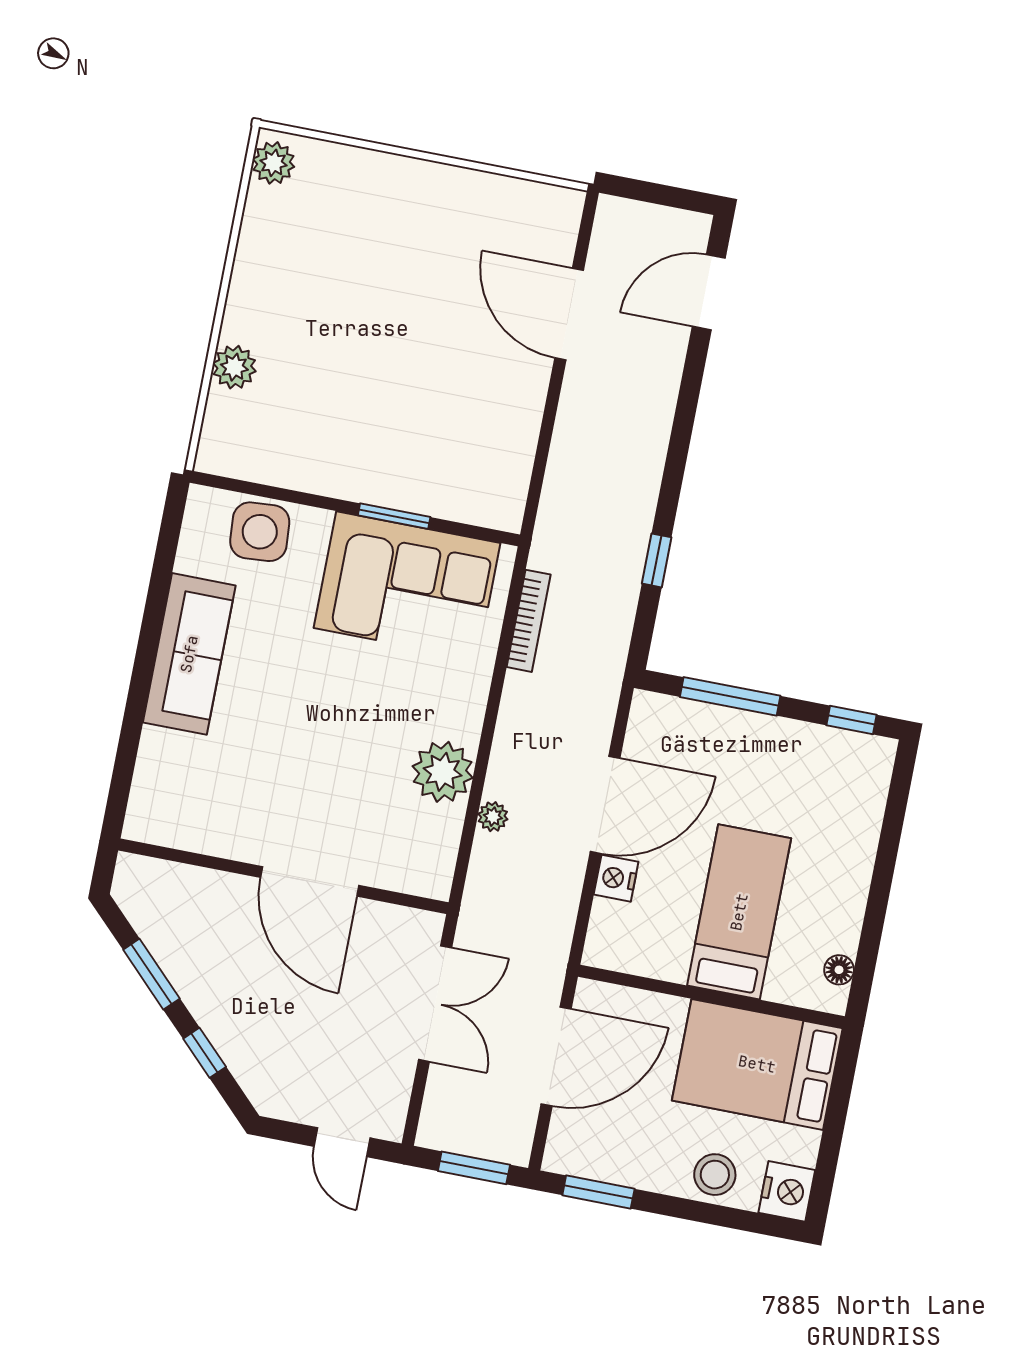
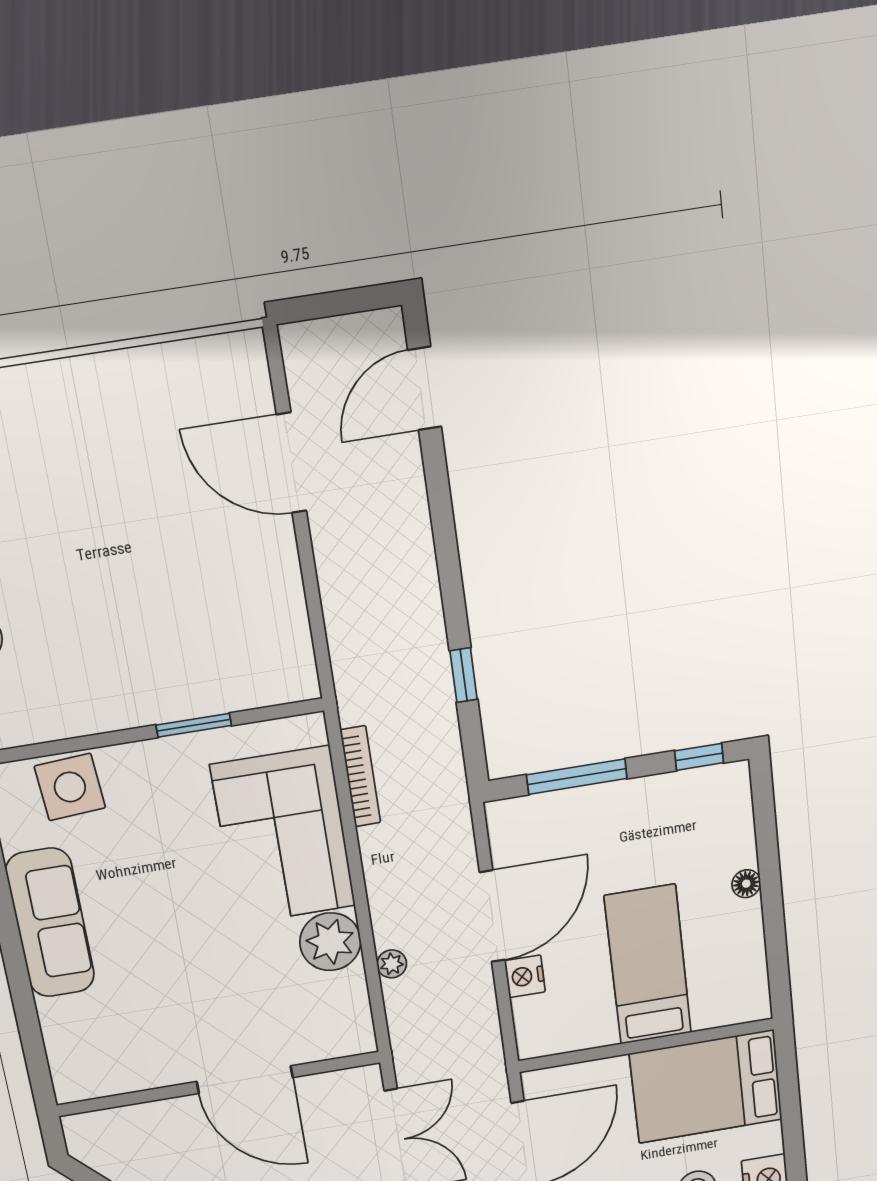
corner sofa: (407, 586) -> (283, 836), moved, turned 90
floor lamp: (839, 970) -> (746, 884), moved

